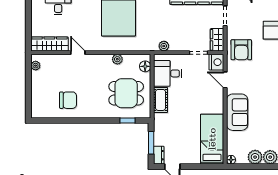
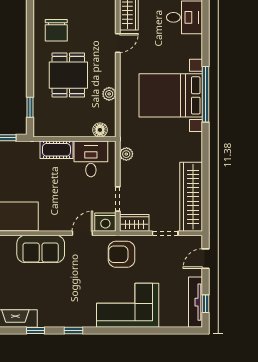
dining table: (126, 93) -> (68, 75), moved

